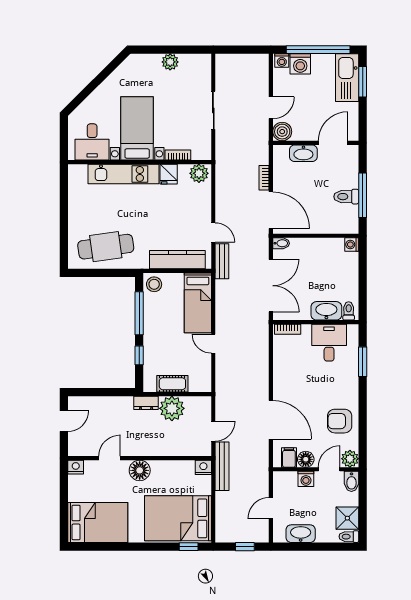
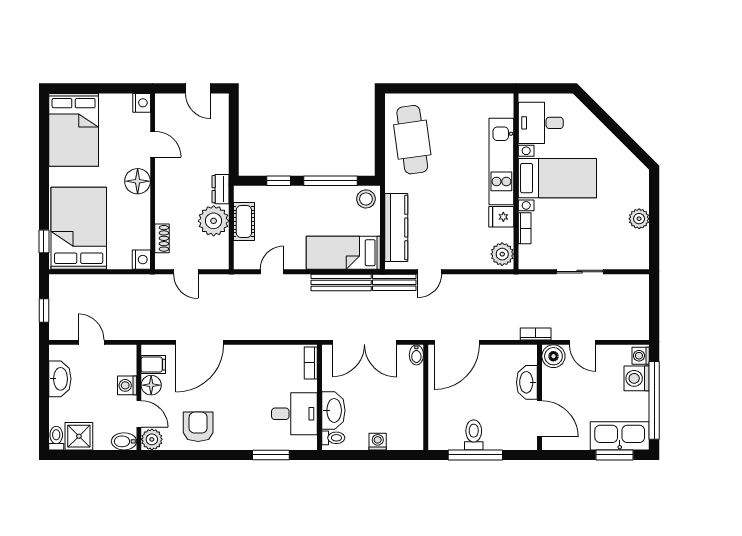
bookcase: (264, 178) -> (536, 334), moved
washing machine: (352, 244) -> (378, 442), moved
door: (213, 344) -> (272, 272), moved
shoe rack: (186, 450) -> (162, 238), added
bench: (222, 466) -> (341, 282), moved

